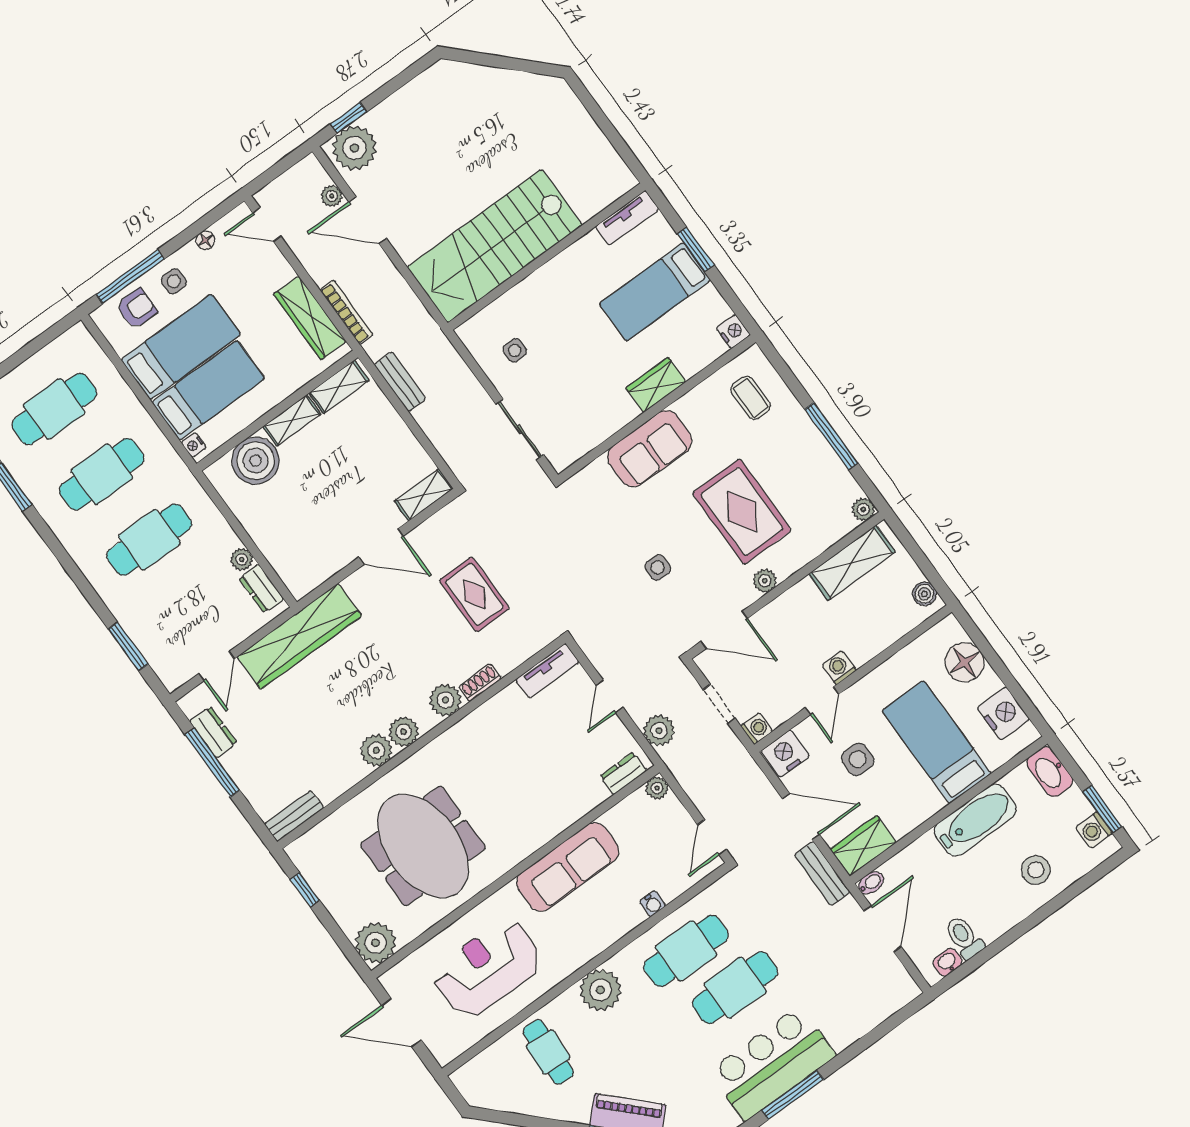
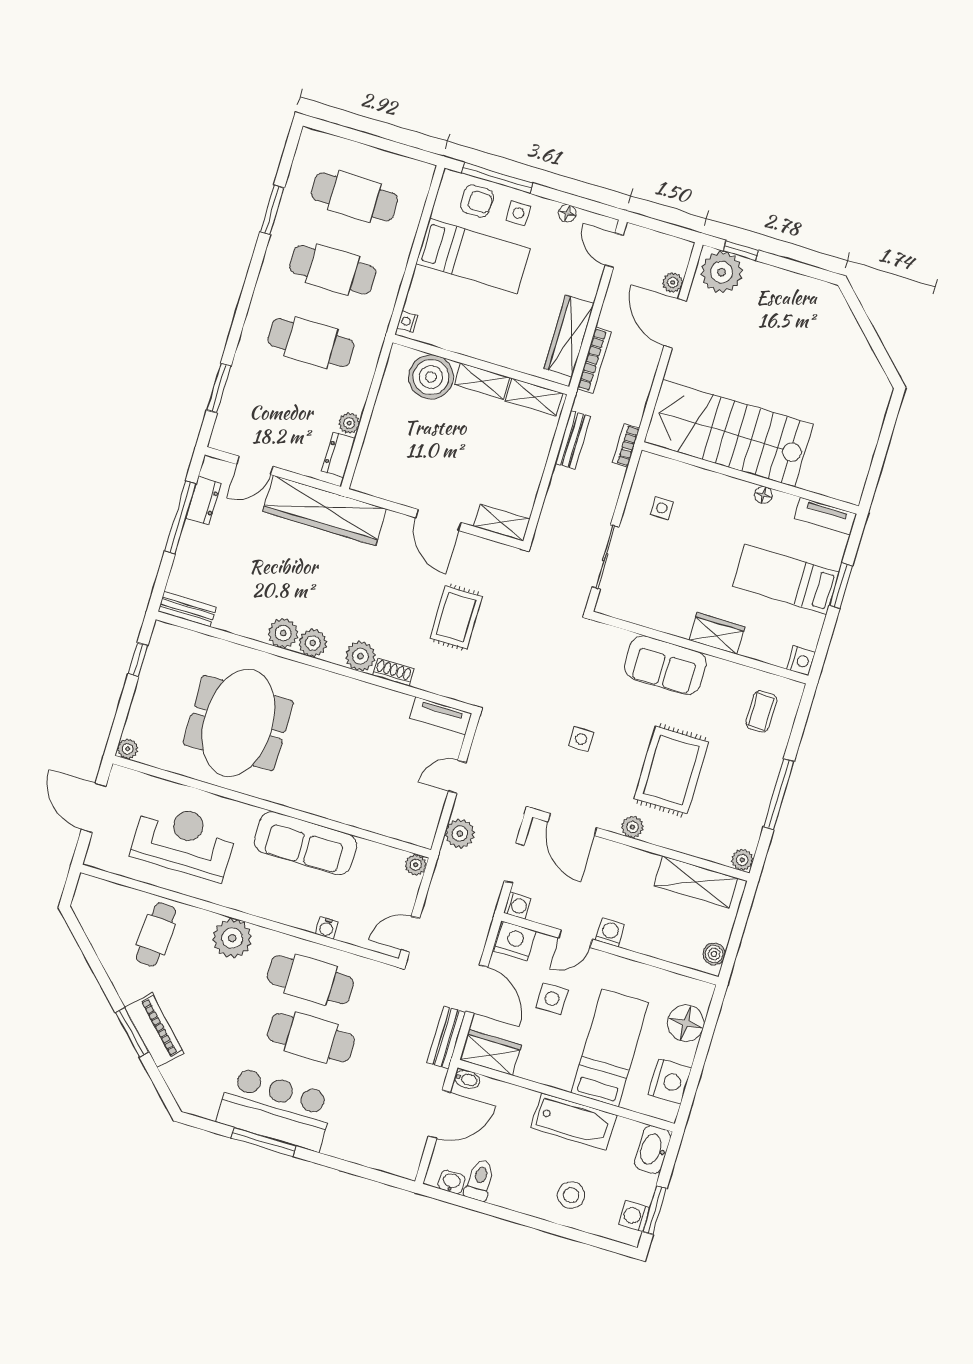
floor lamp: (569, 257) -> (763, 495), added
bookcase: (439, 340) -> (626, 445), added
bed: (208, 390) -> (457, 301), removed
dresser: (623, 774) -> (407, 831), removed
plant: (376, 943) -> (128, 749), width x0.53, depth x0.53

